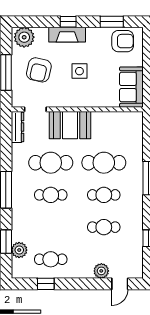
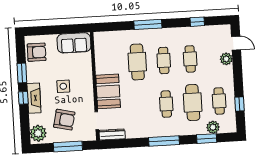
window: (112, 22) -> (22, 73), moved
armchair: (123, 41) -> (37, 52), turned 90
cafe table: (51, 163) -> (193, 102), moved

